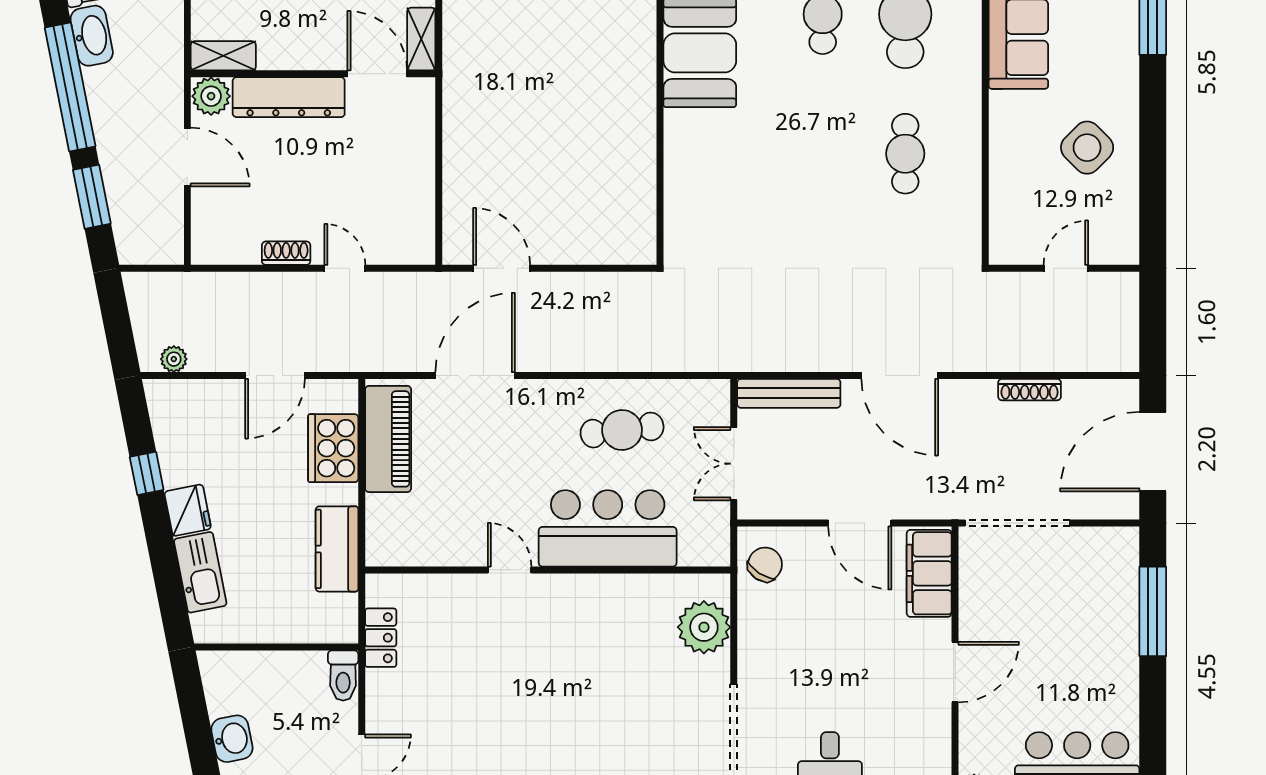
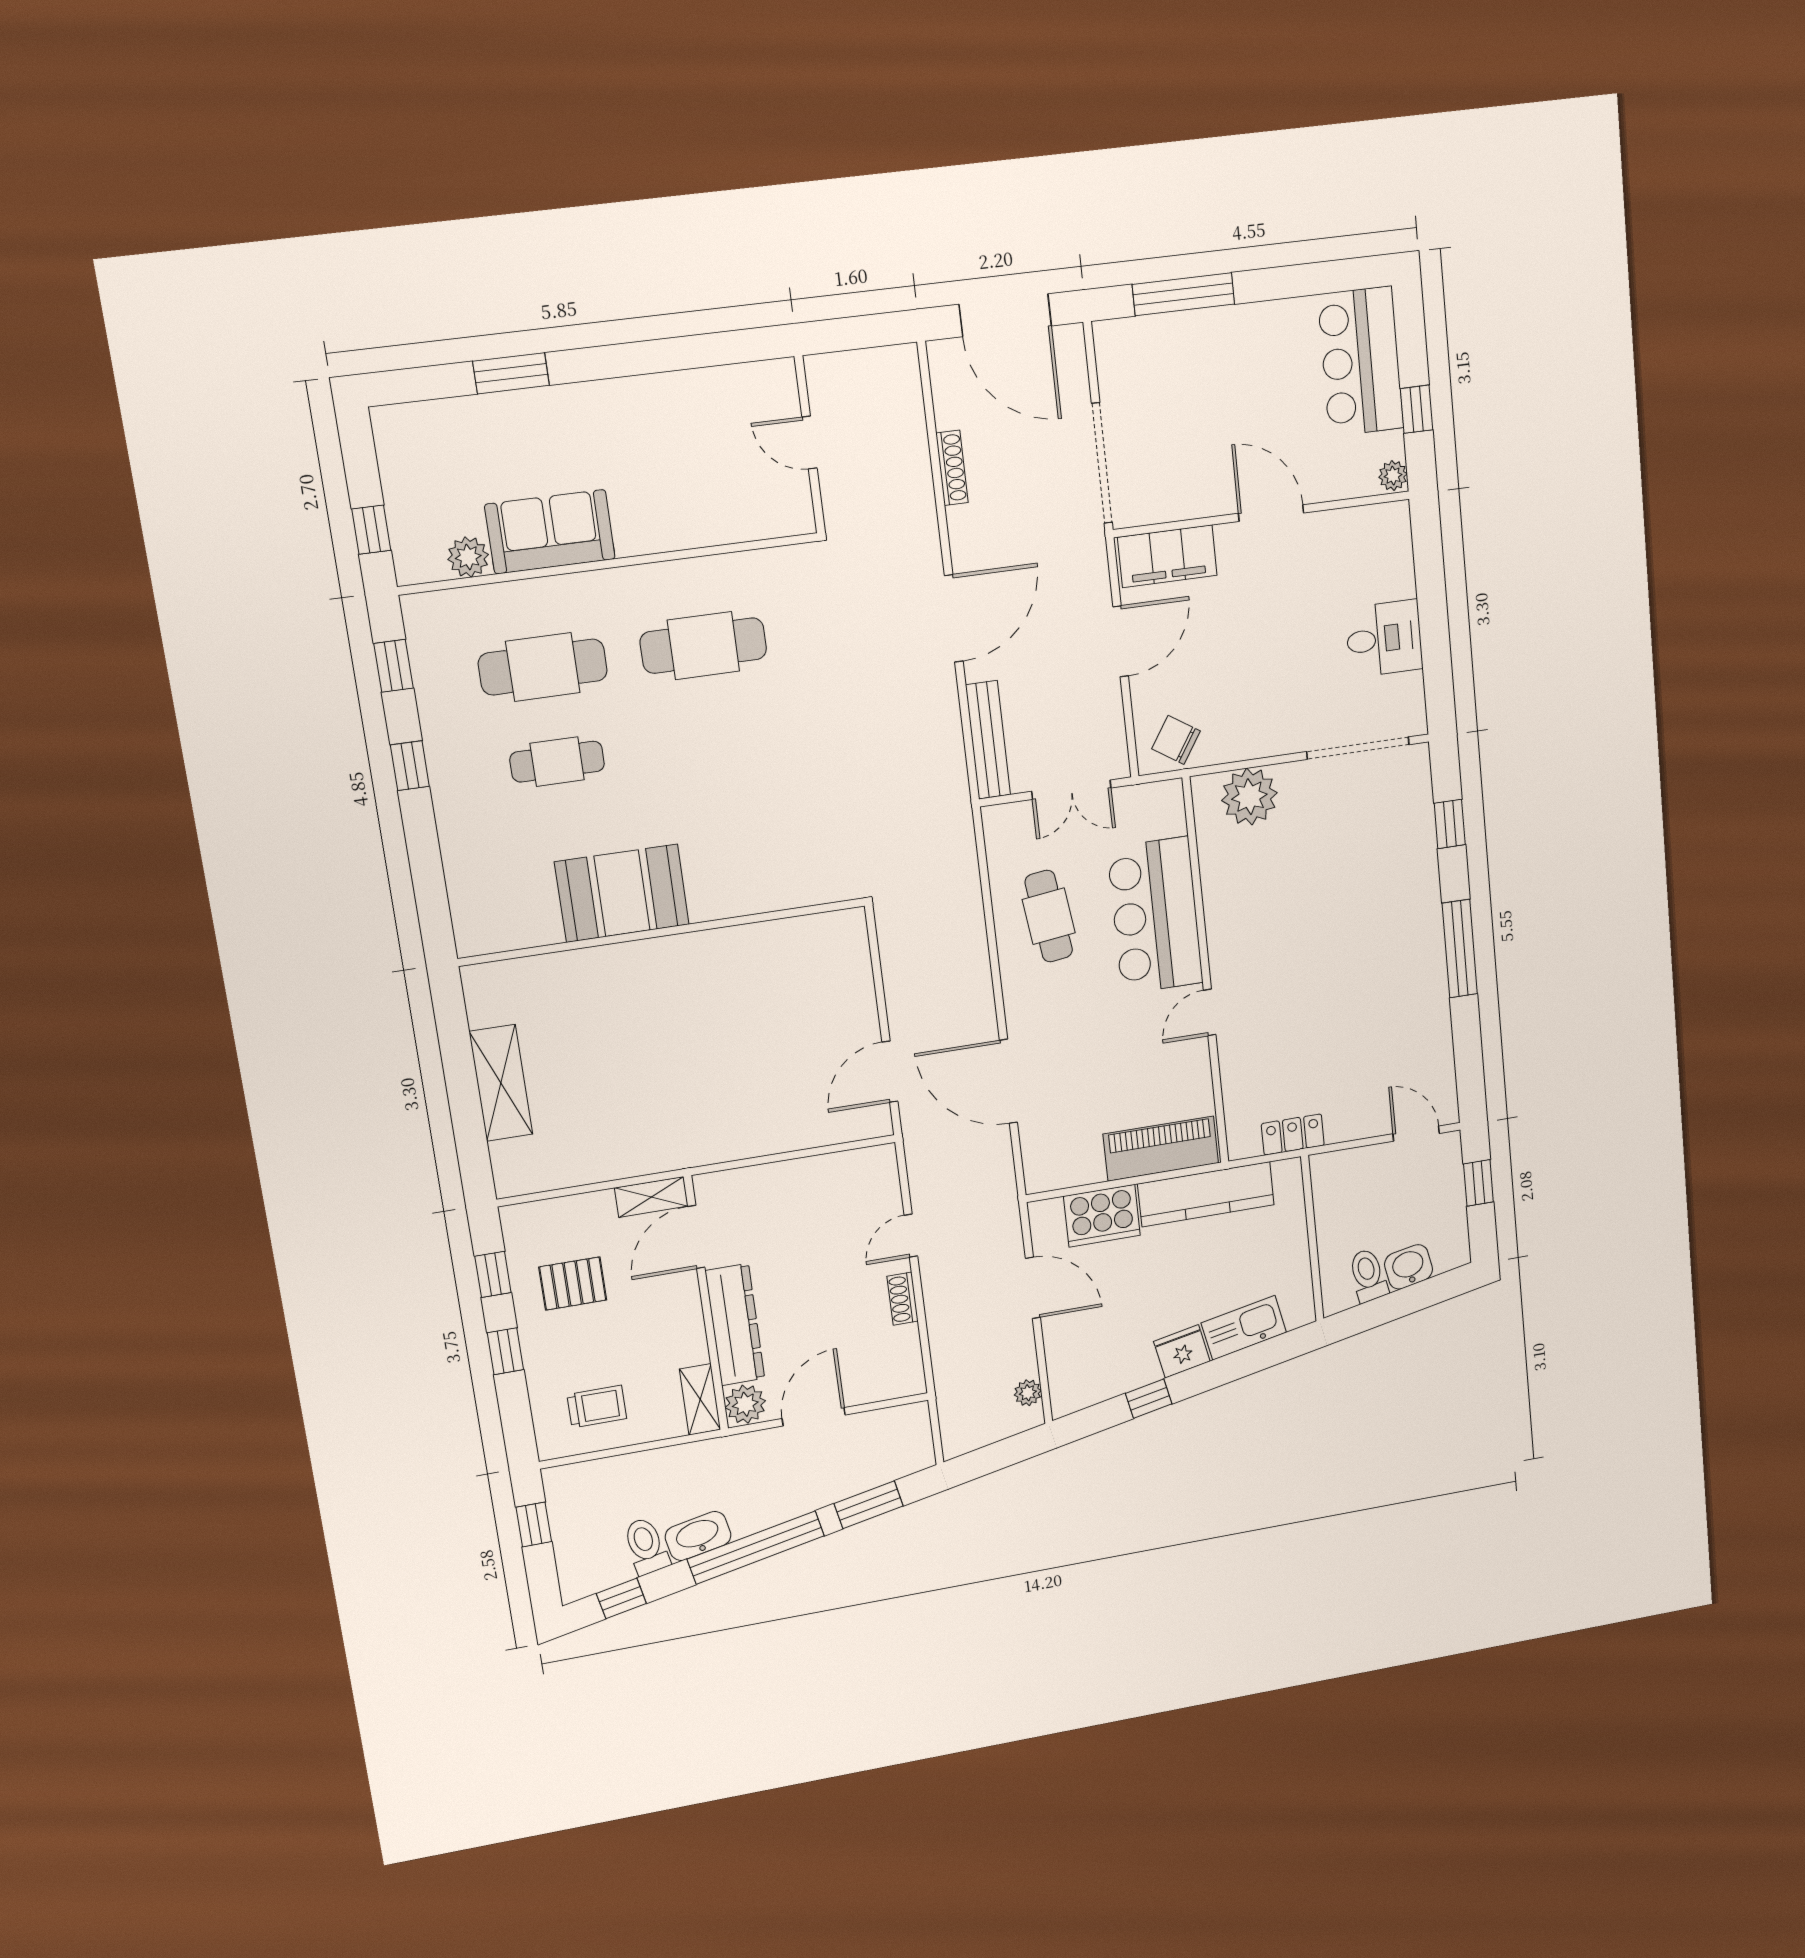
side table: (1087, 148) -> (667, 435), removed
cafe table: (905, 154) -> (703, 646), width x1.37, depth x1.35
piano: (388, 439) -> (1161, 1149), moved
kitchen counter: (337, 549) -> (1206, 1194), width x1.50
toilet: (343, 676) -> (1368, 1275), moved, turned -101

